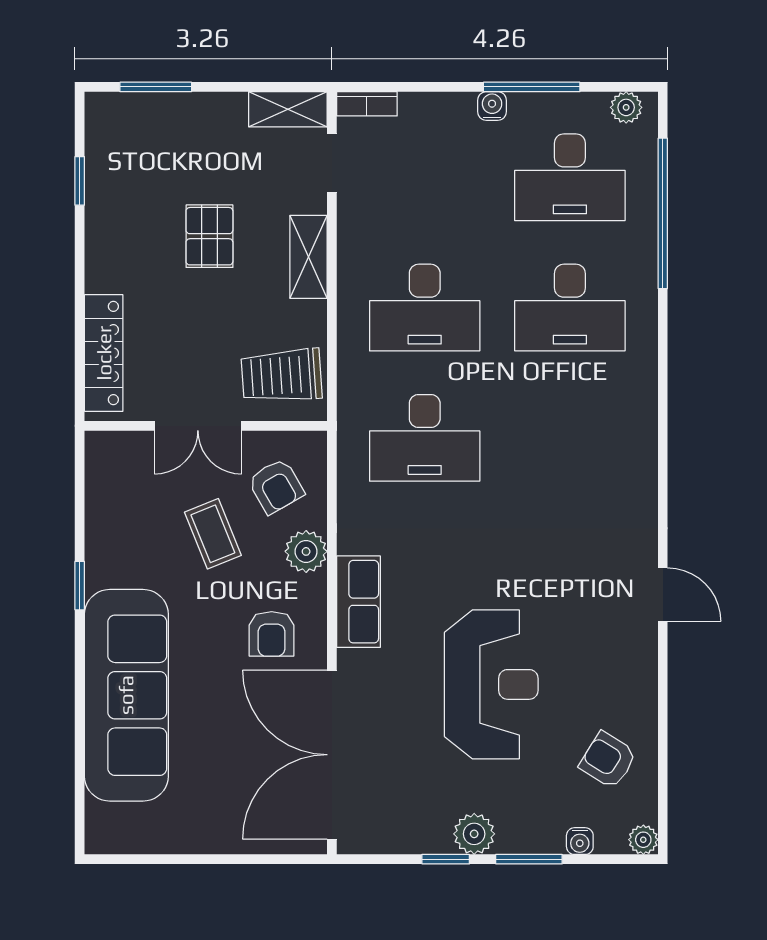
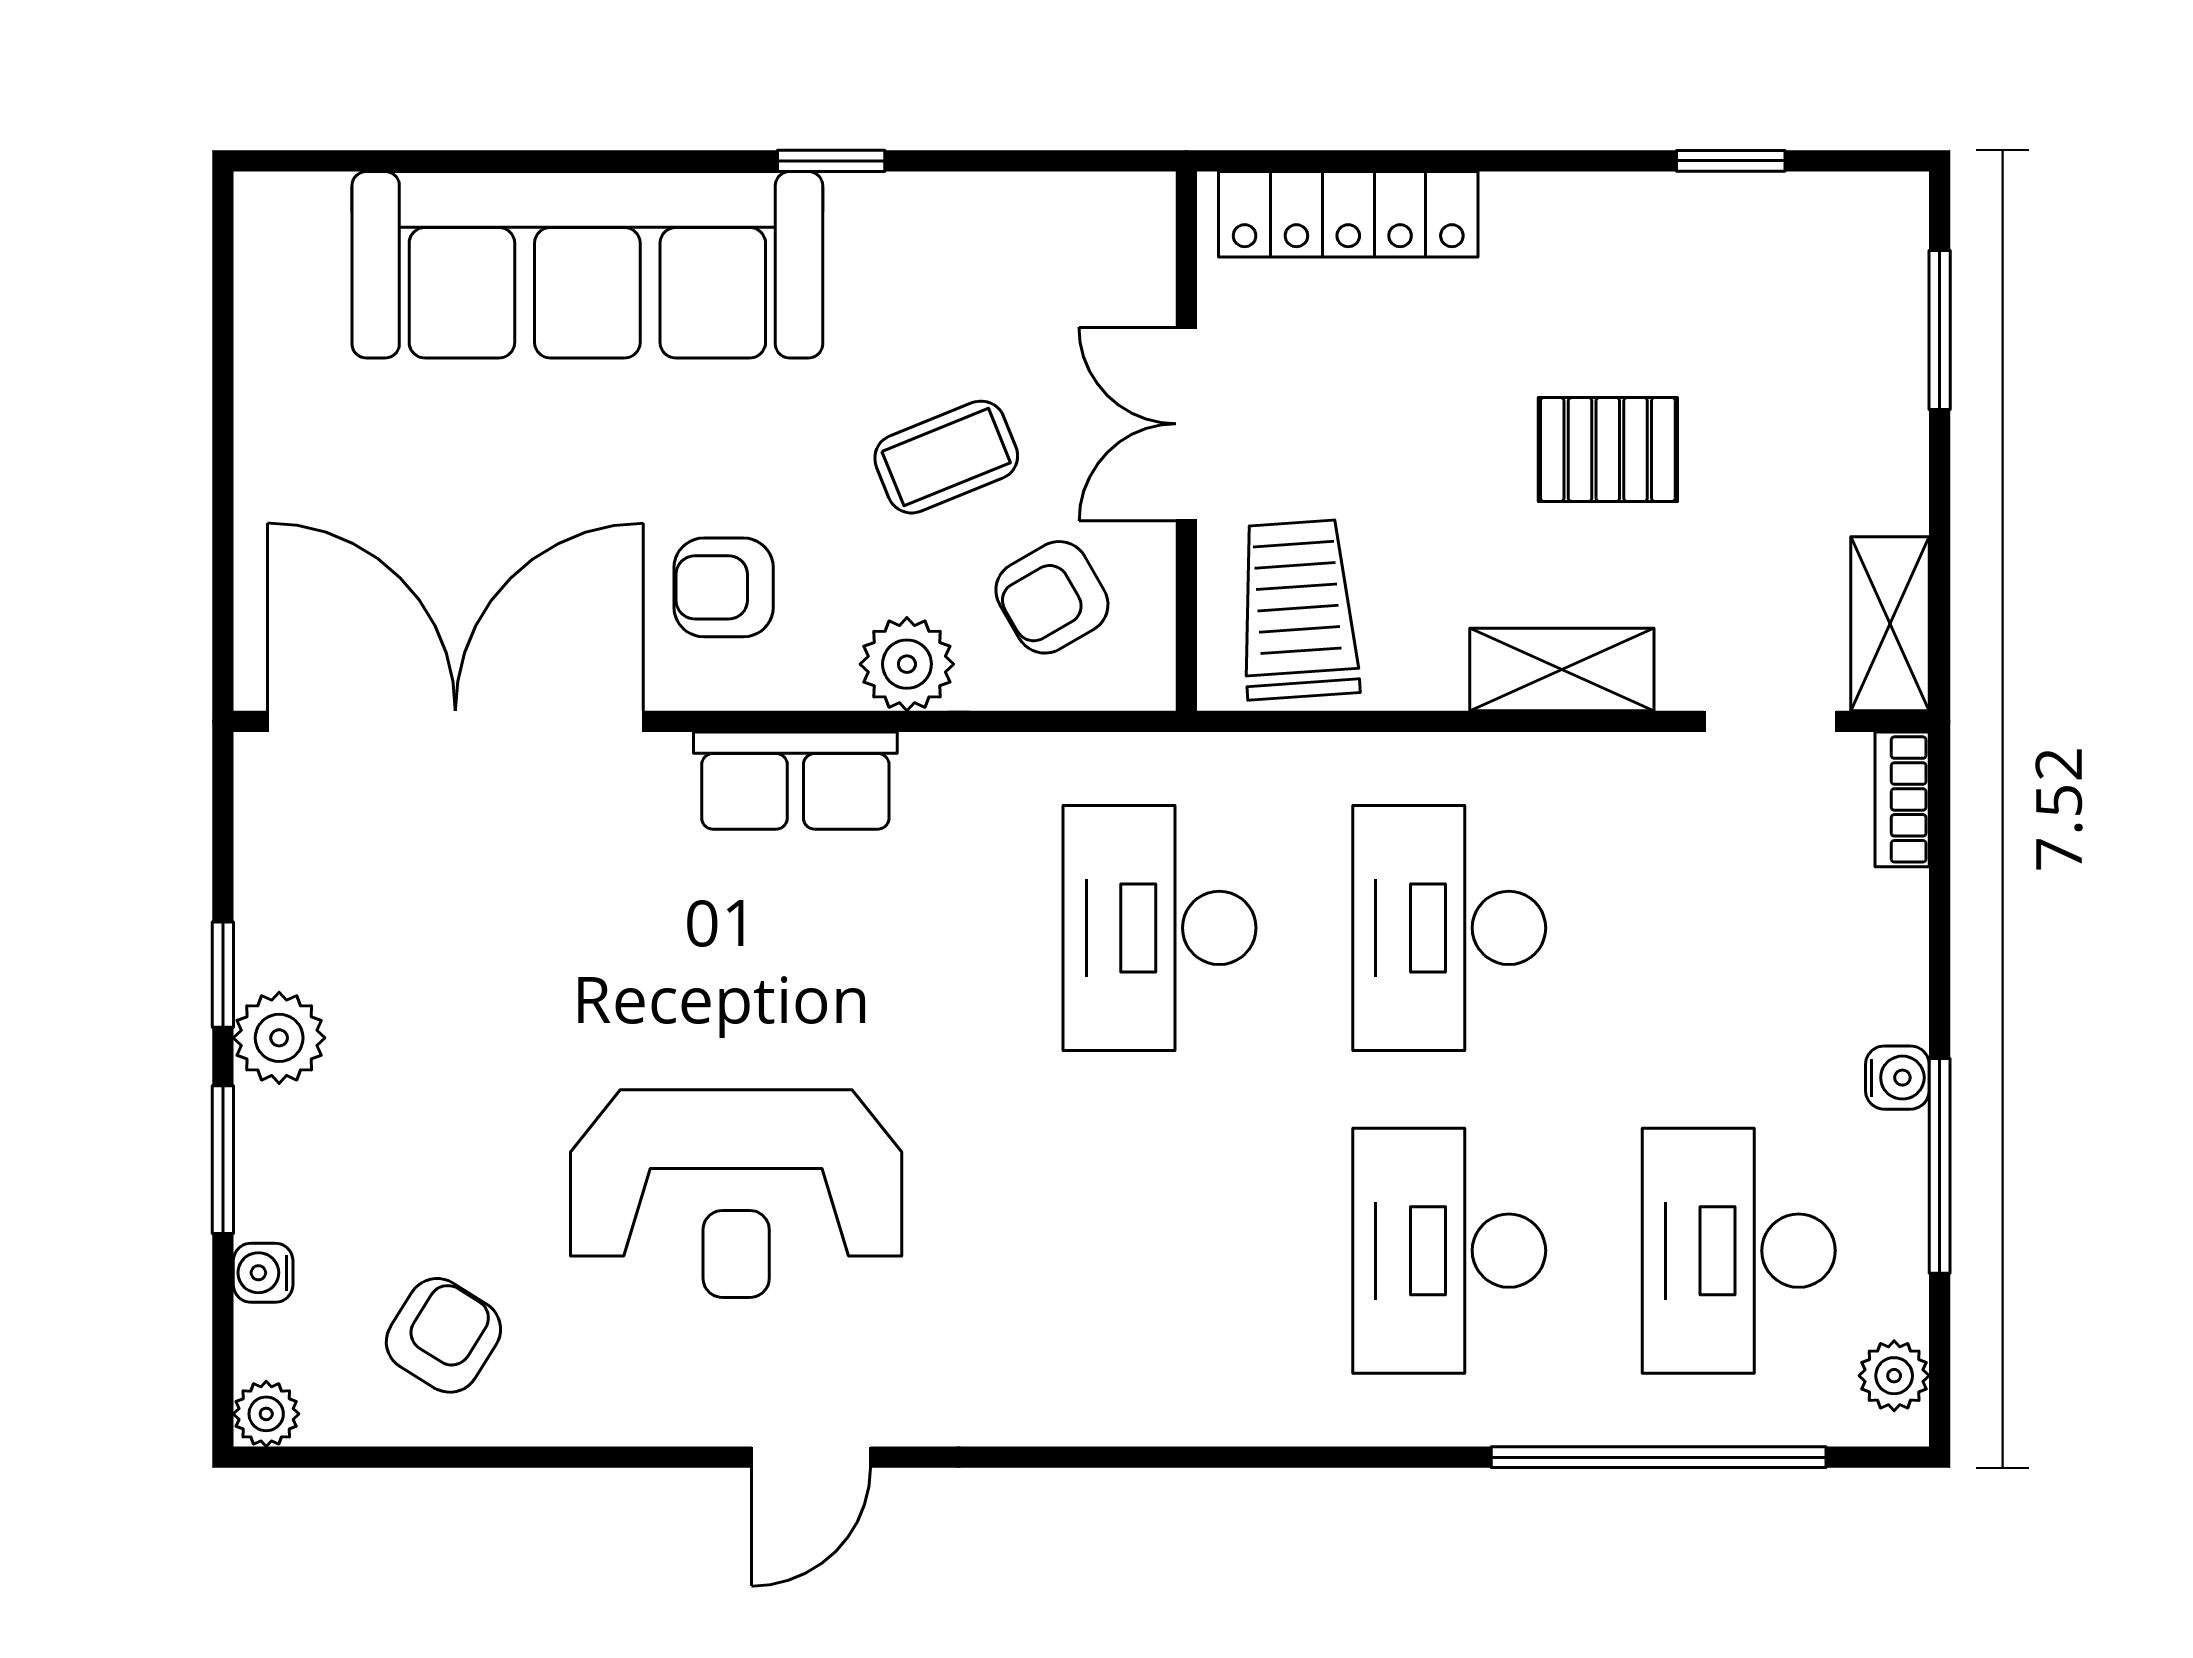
reception desk: (491, 684) -> (736, 1194), moved

